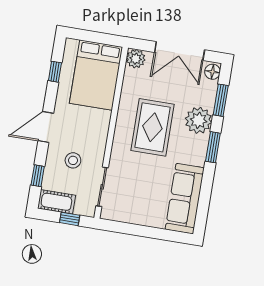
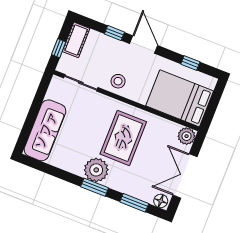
plant: (199, 120) -> (96, 170), moved
rug: (152, 127) -> (123, 138), turned 90
stool: (73, 160) -> (118, 81), moved
window: (38, 176) -> (114, 33), moved
sofa: (185, 199) -> (45, 130), moved, turned 90

